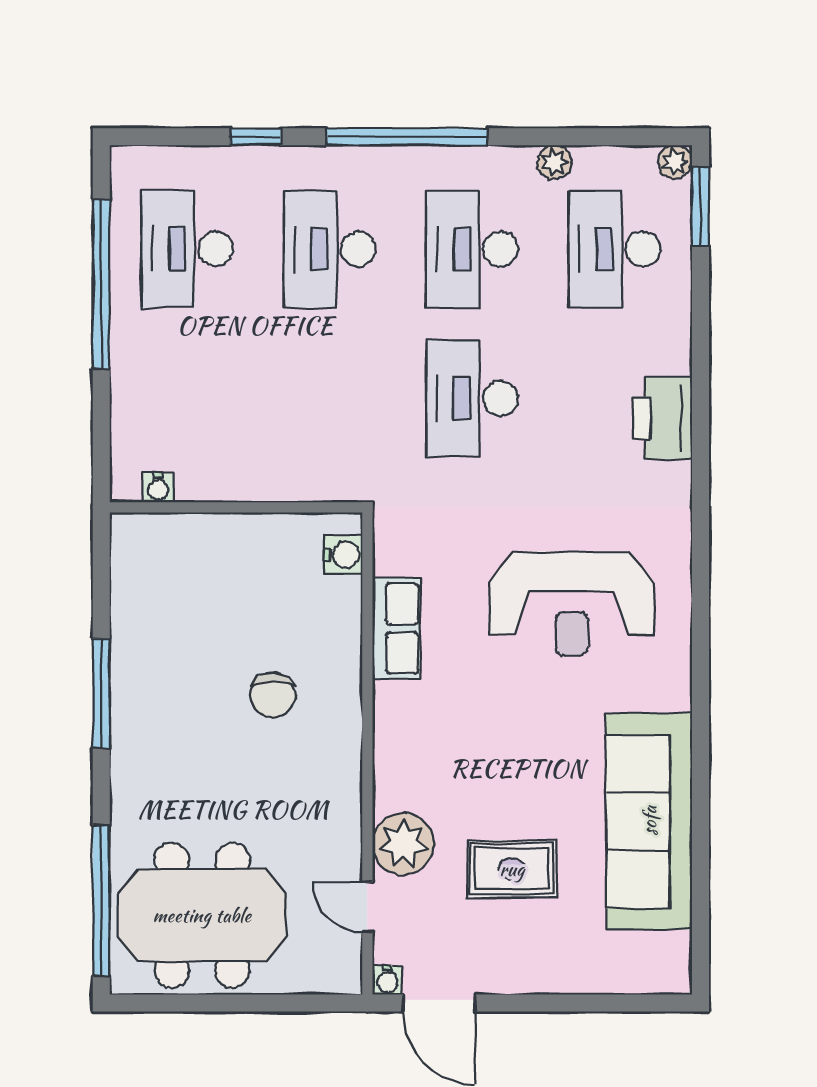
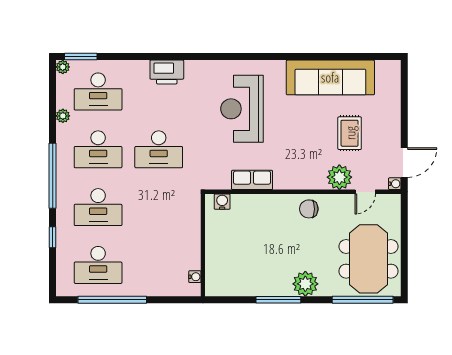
reception desk: (572, 604) -> (242, 109), turned 180
chair: (273, 695) -> (309, 209), moved, turned 180
plant: (141, 760) -> (305, 284), added

